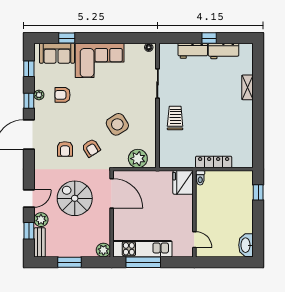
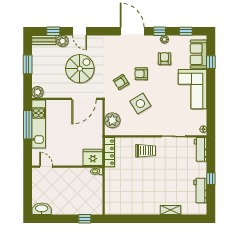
workbench: (193, 51) -> (201, 149), moved
armchair: (65, 149) -> (141, 74), moved
locker: (214, 162) -> (110, 152), moved
door: (194, 240) -> (46, 167), swing flipped

